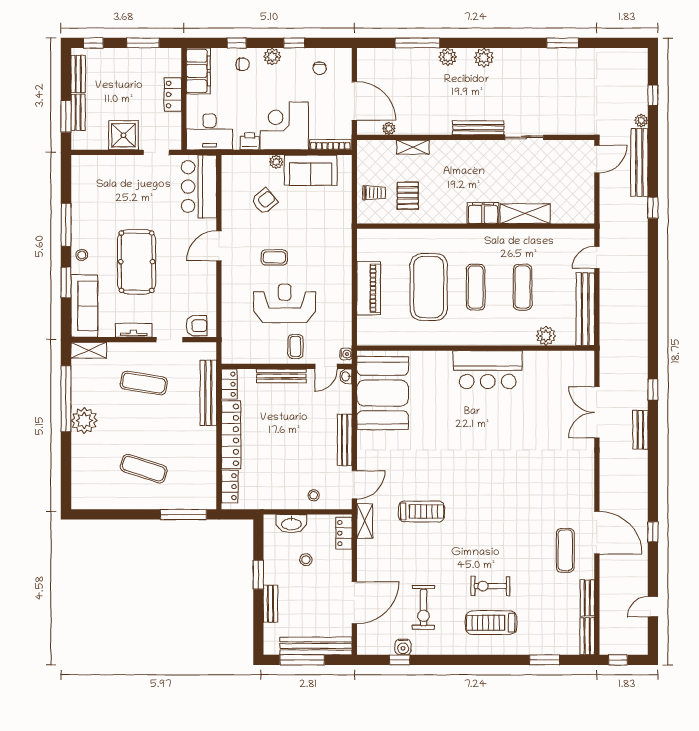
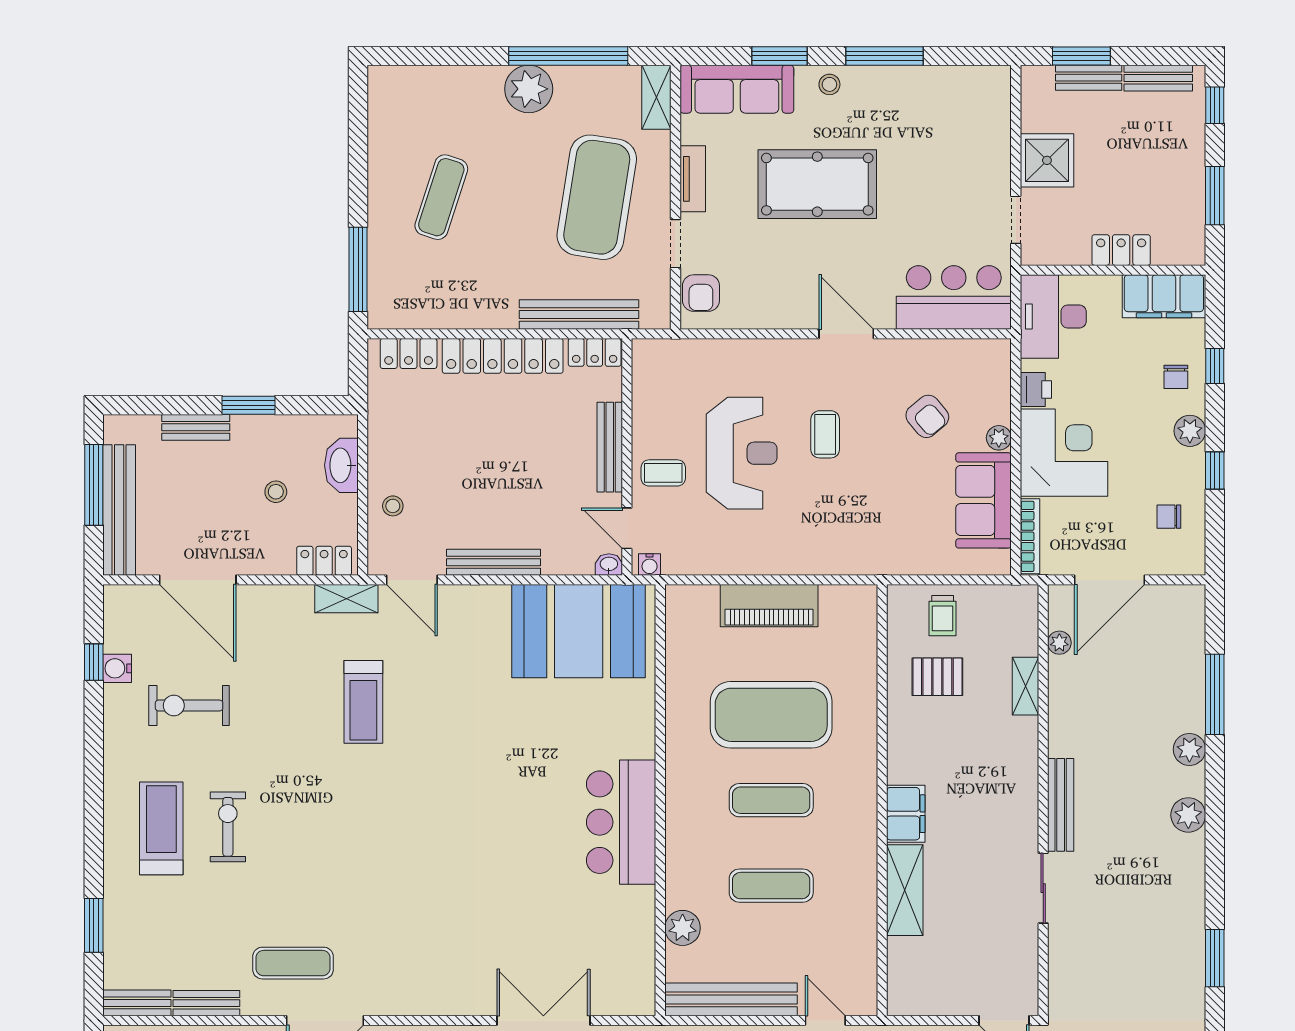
exercise mat: (144, 383) -> (597, 197), width x2.00, depth x1.45

